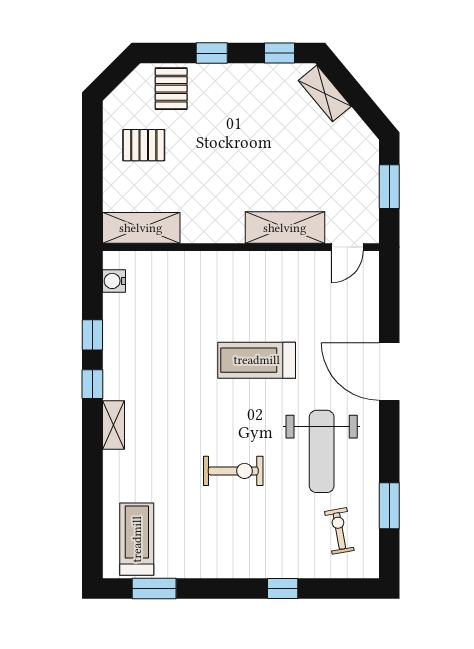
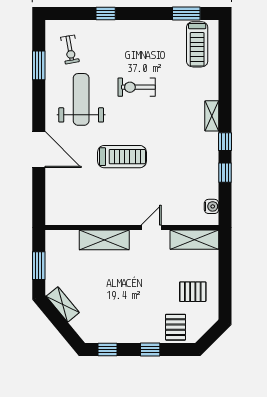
shelving: (325, 93) -> (63, 304), moved
door: (347, 247) -> (151, 228), moved

